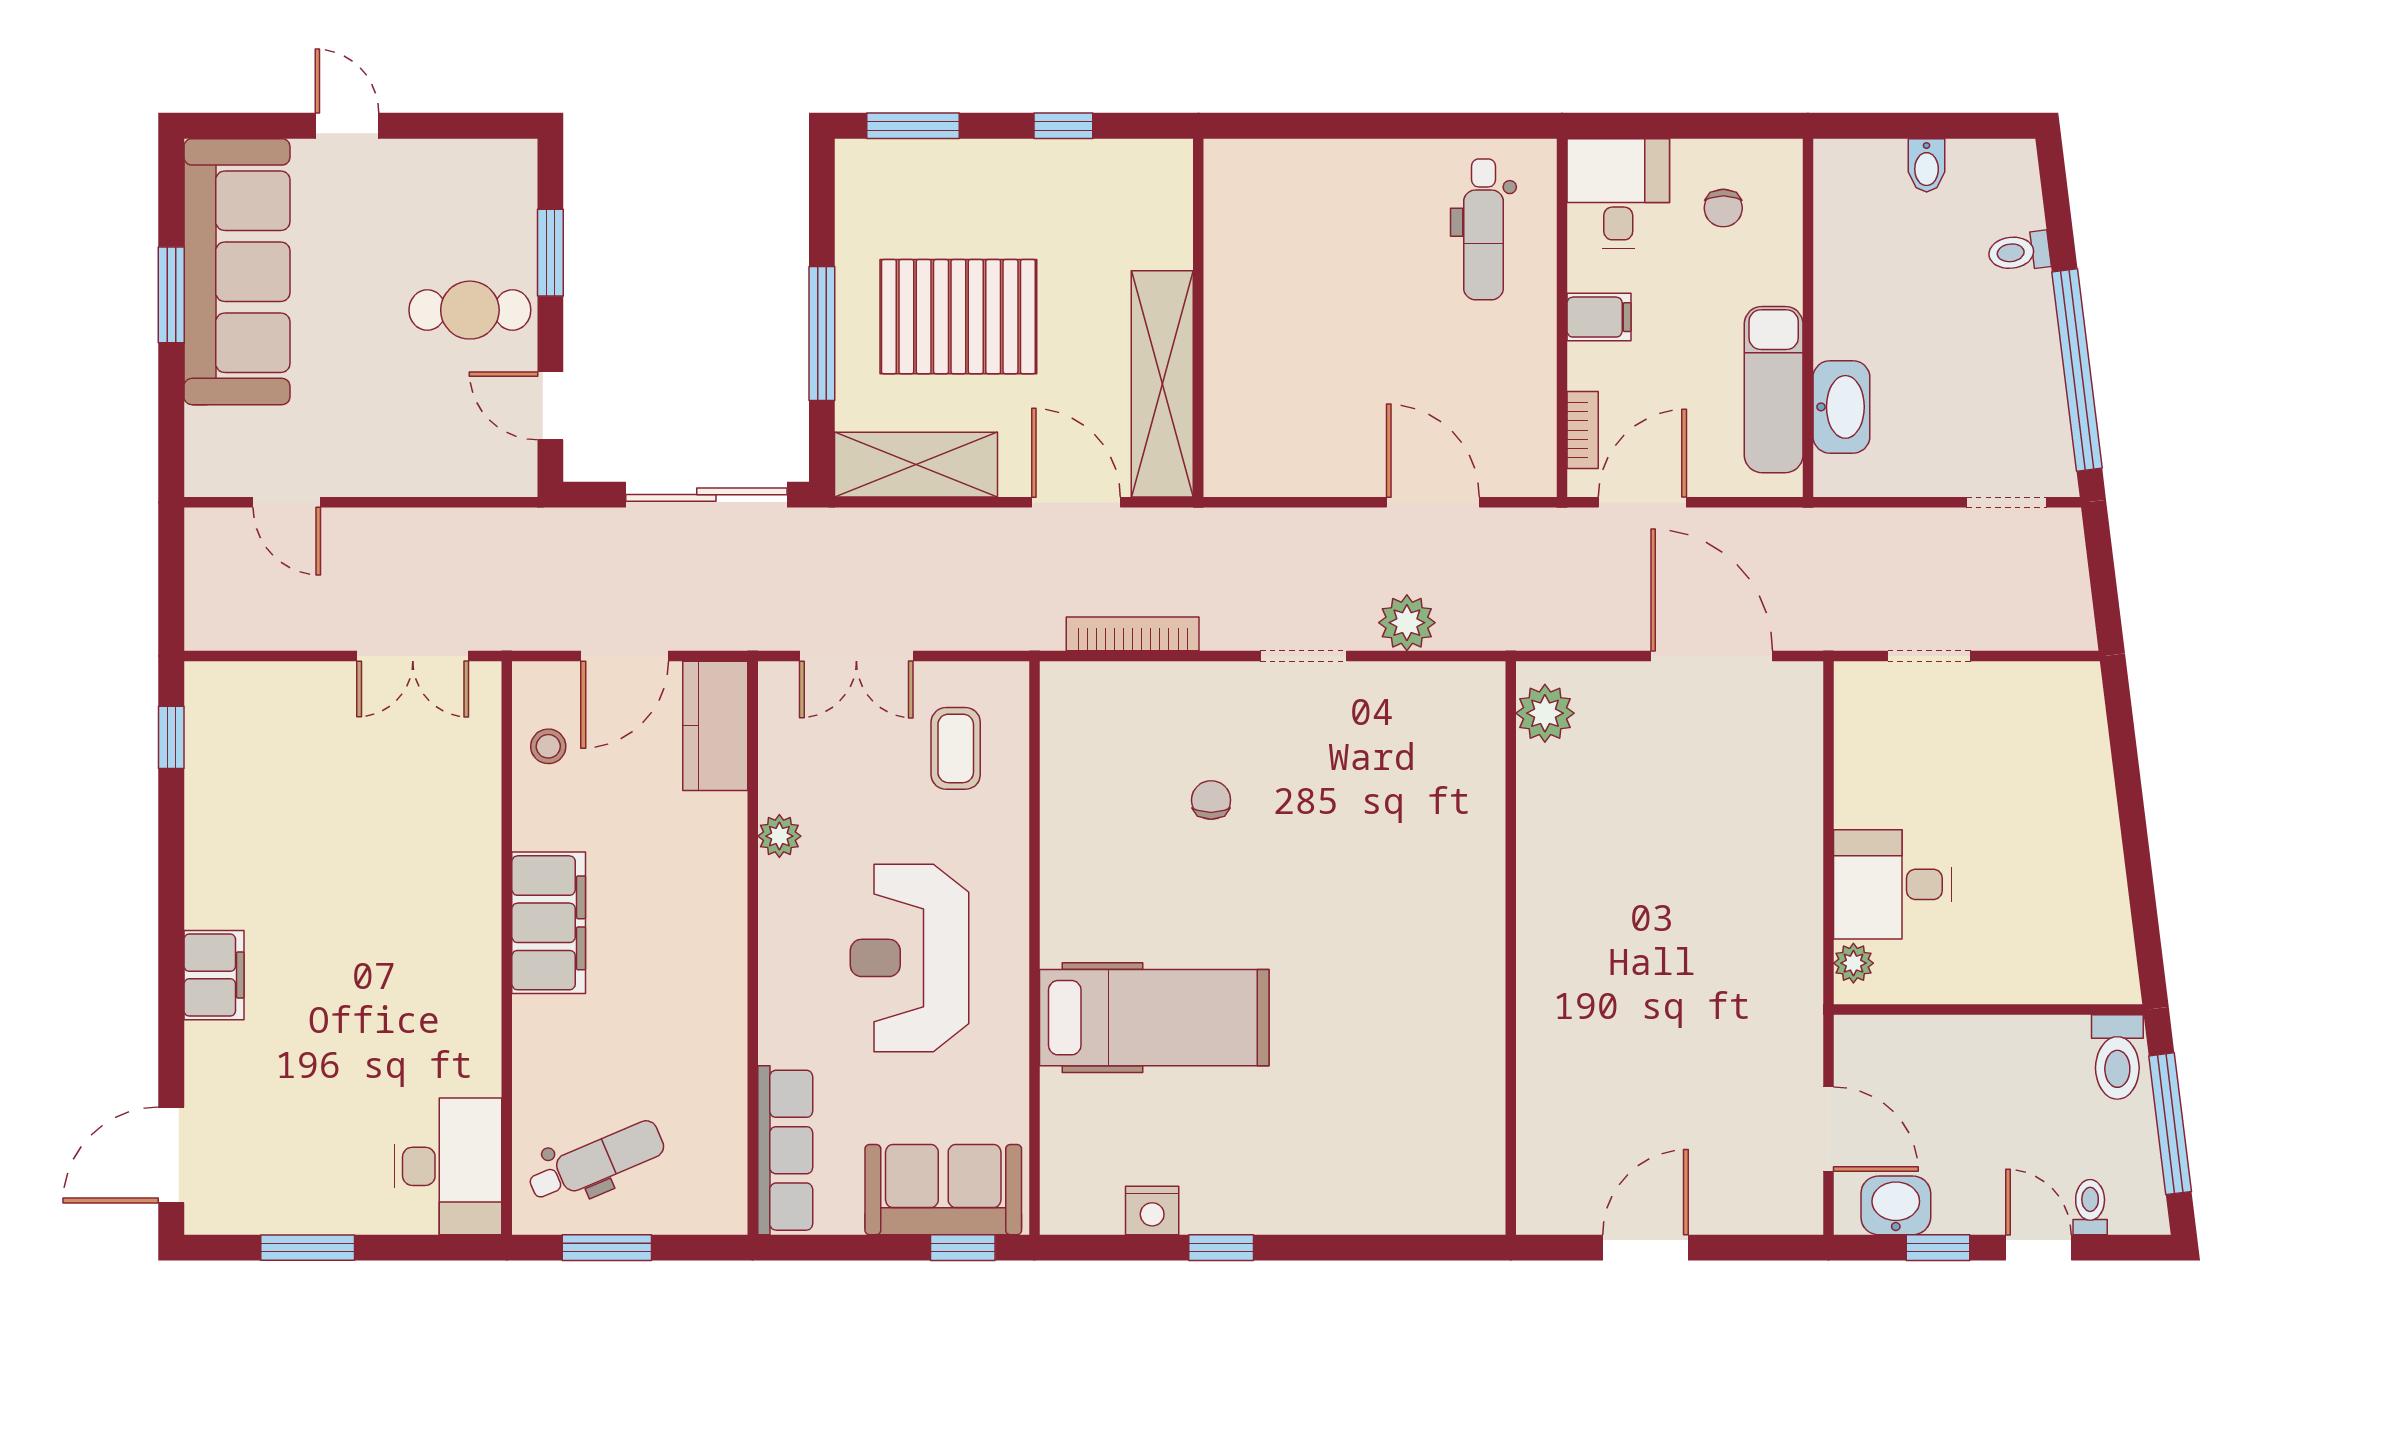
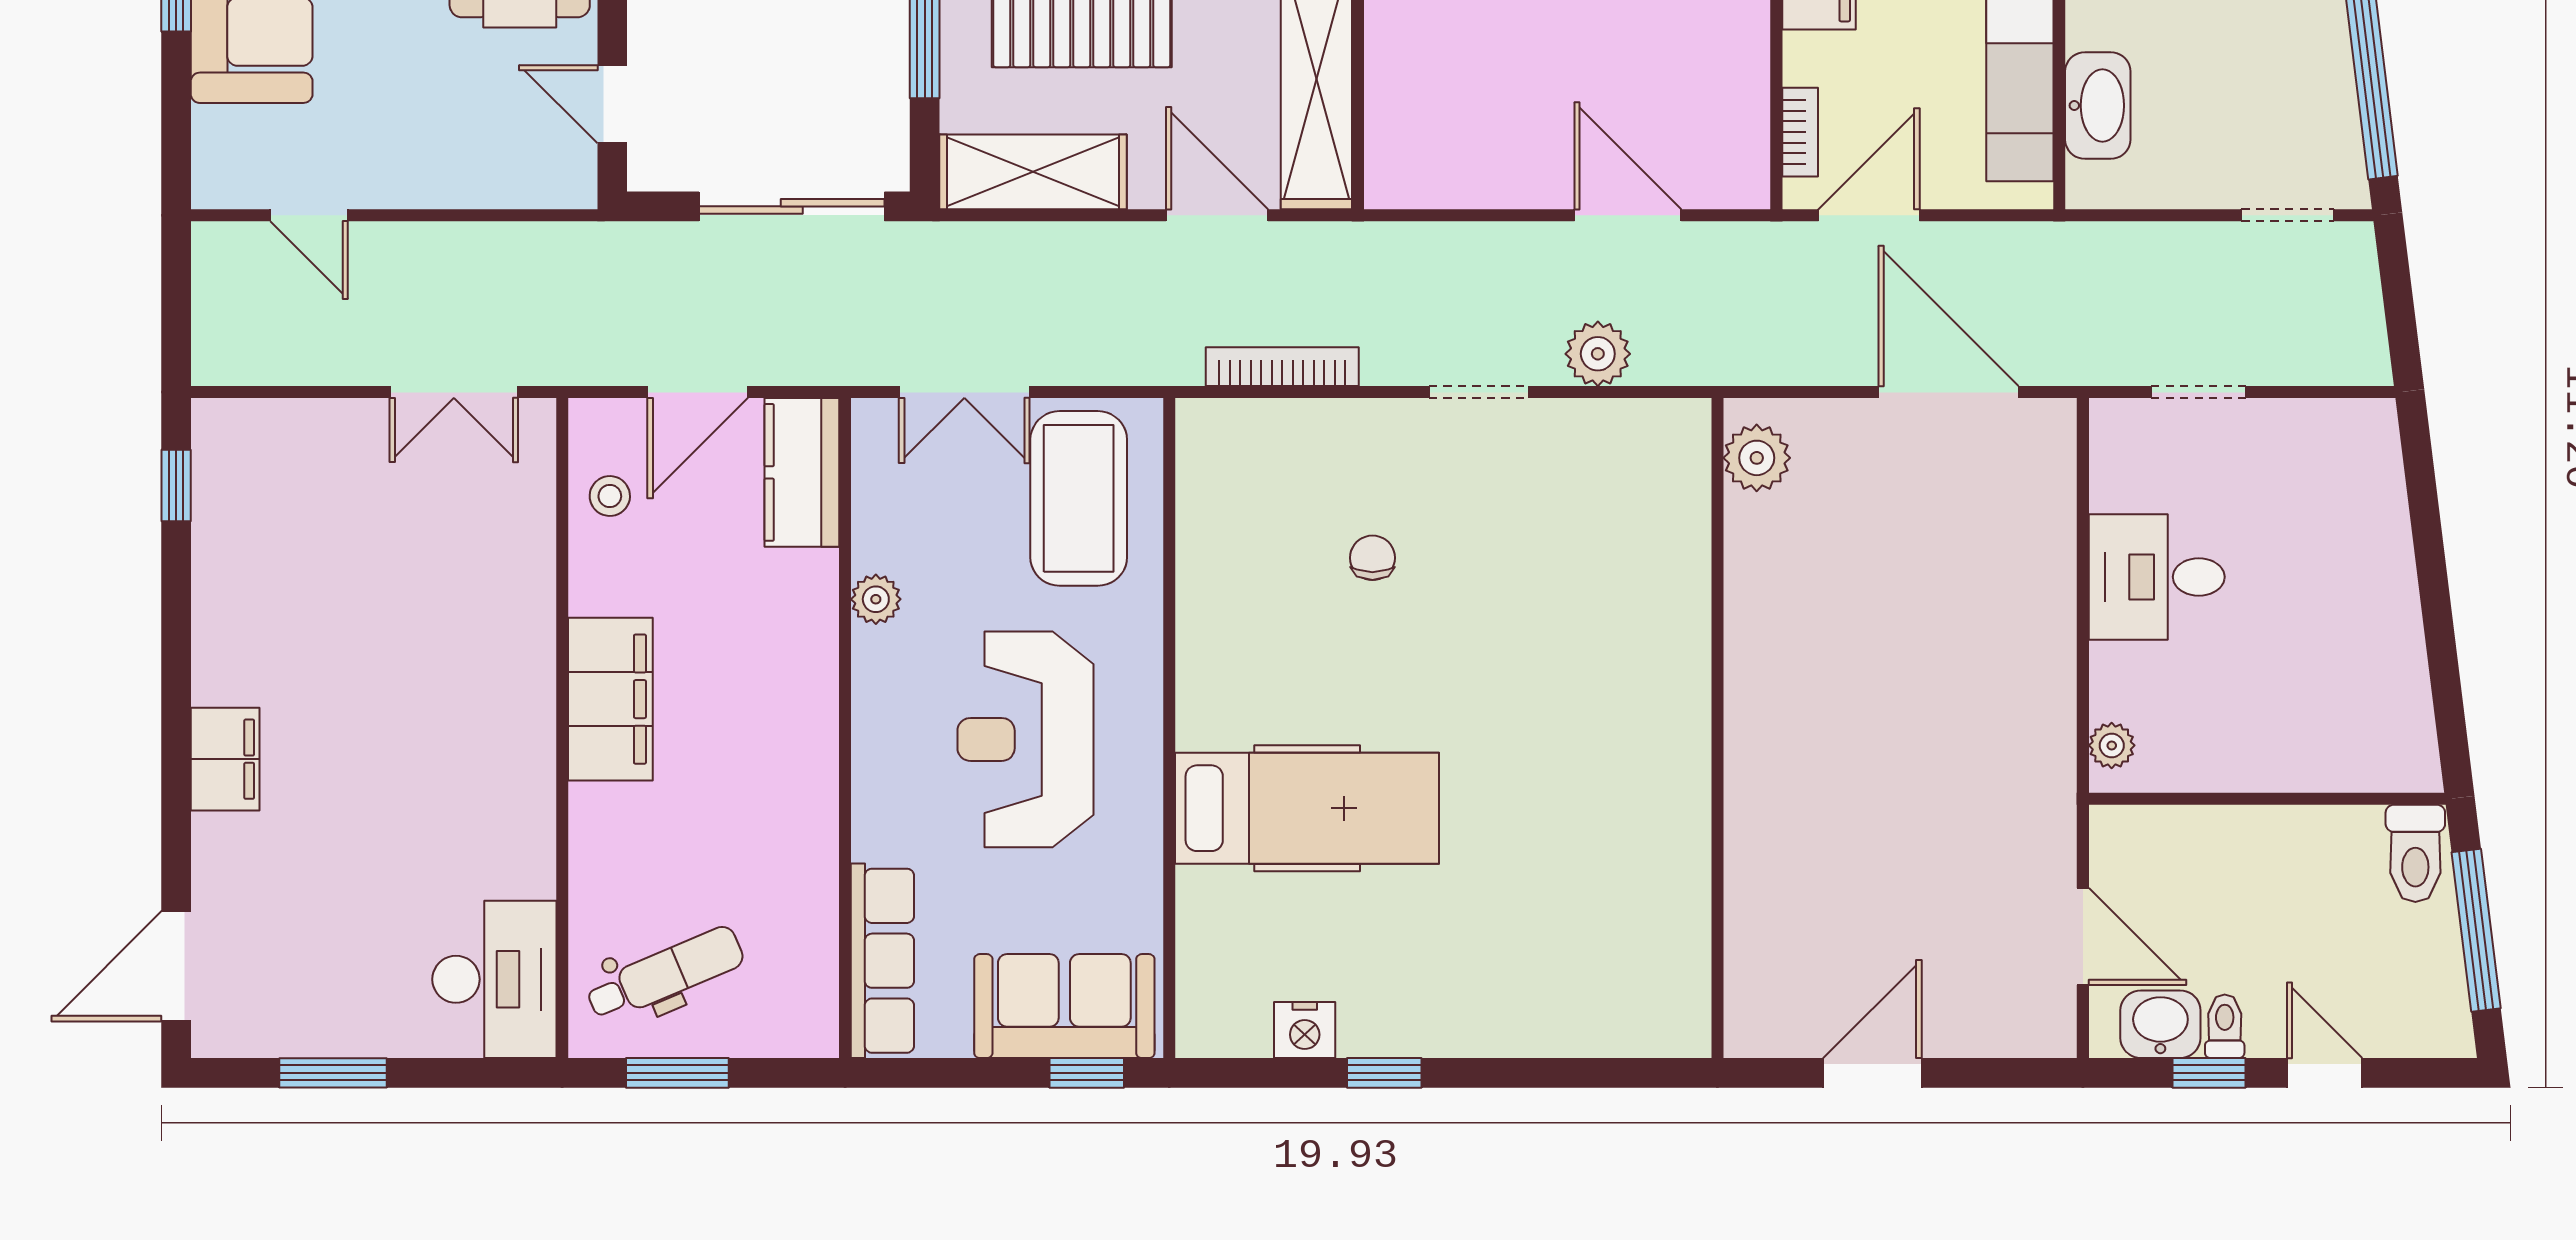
coffee table: (956, 748) -> (1079, 498), width x1.86, depth x1.72
desk: (1893, 884) -> (2157, 577), moved
toilet: (2090, 1207) -> (2225, 1026), moved

